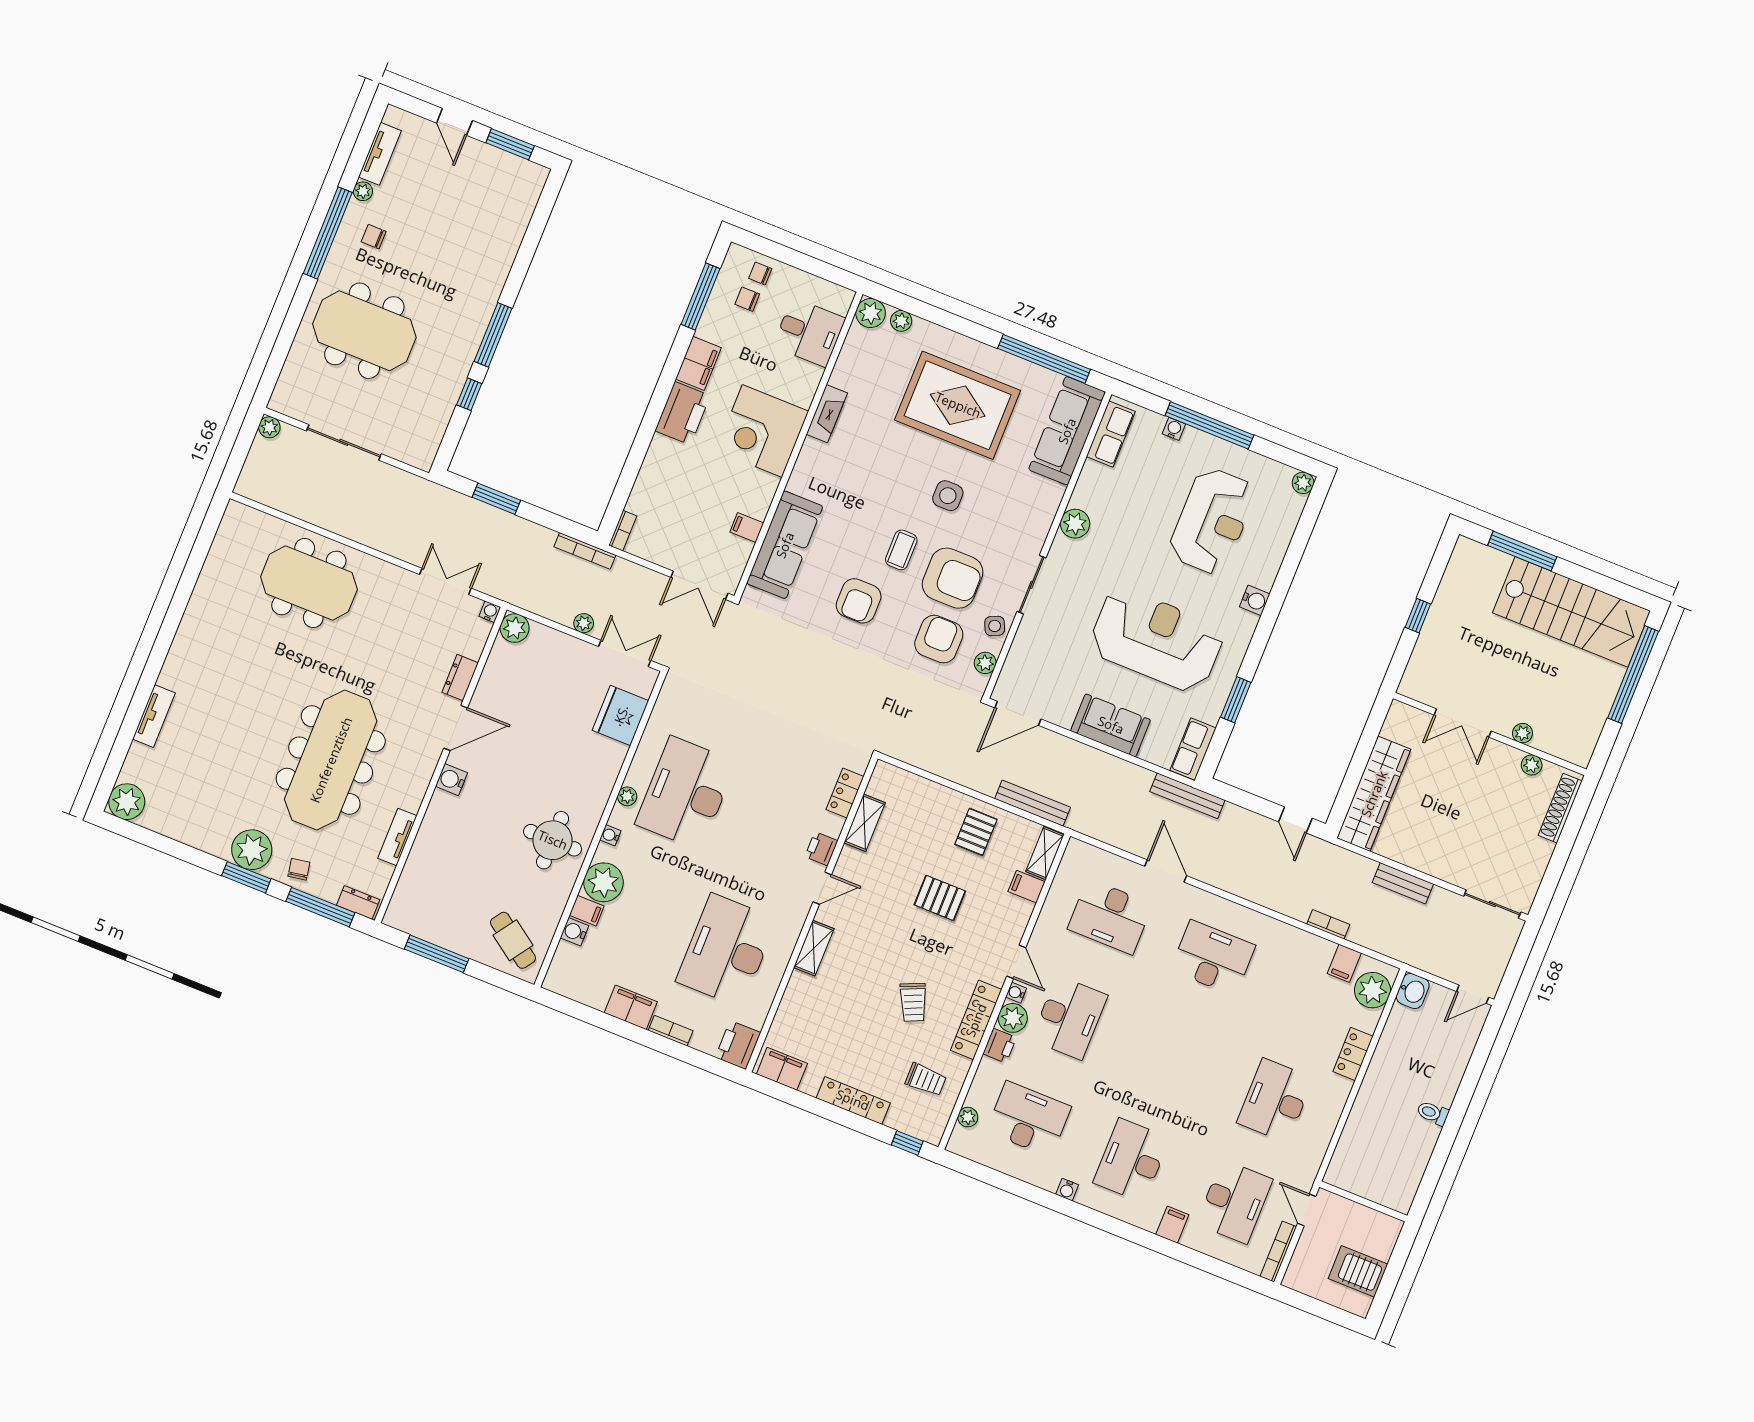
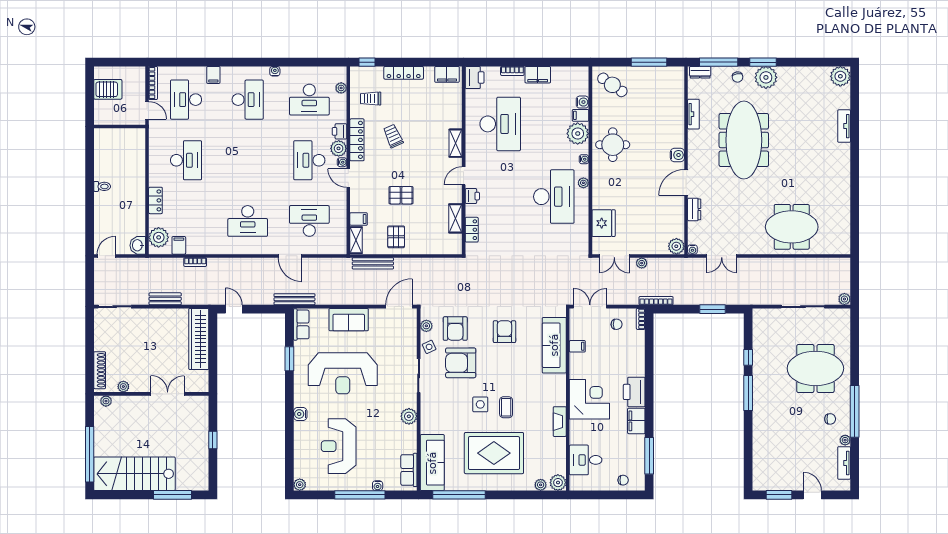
chair: (747, 299) -> (617, 324), moved
coffee table: (901, 550) -> (506, 407), moved
plant: (1523, 733) -> (106, 401), moved

